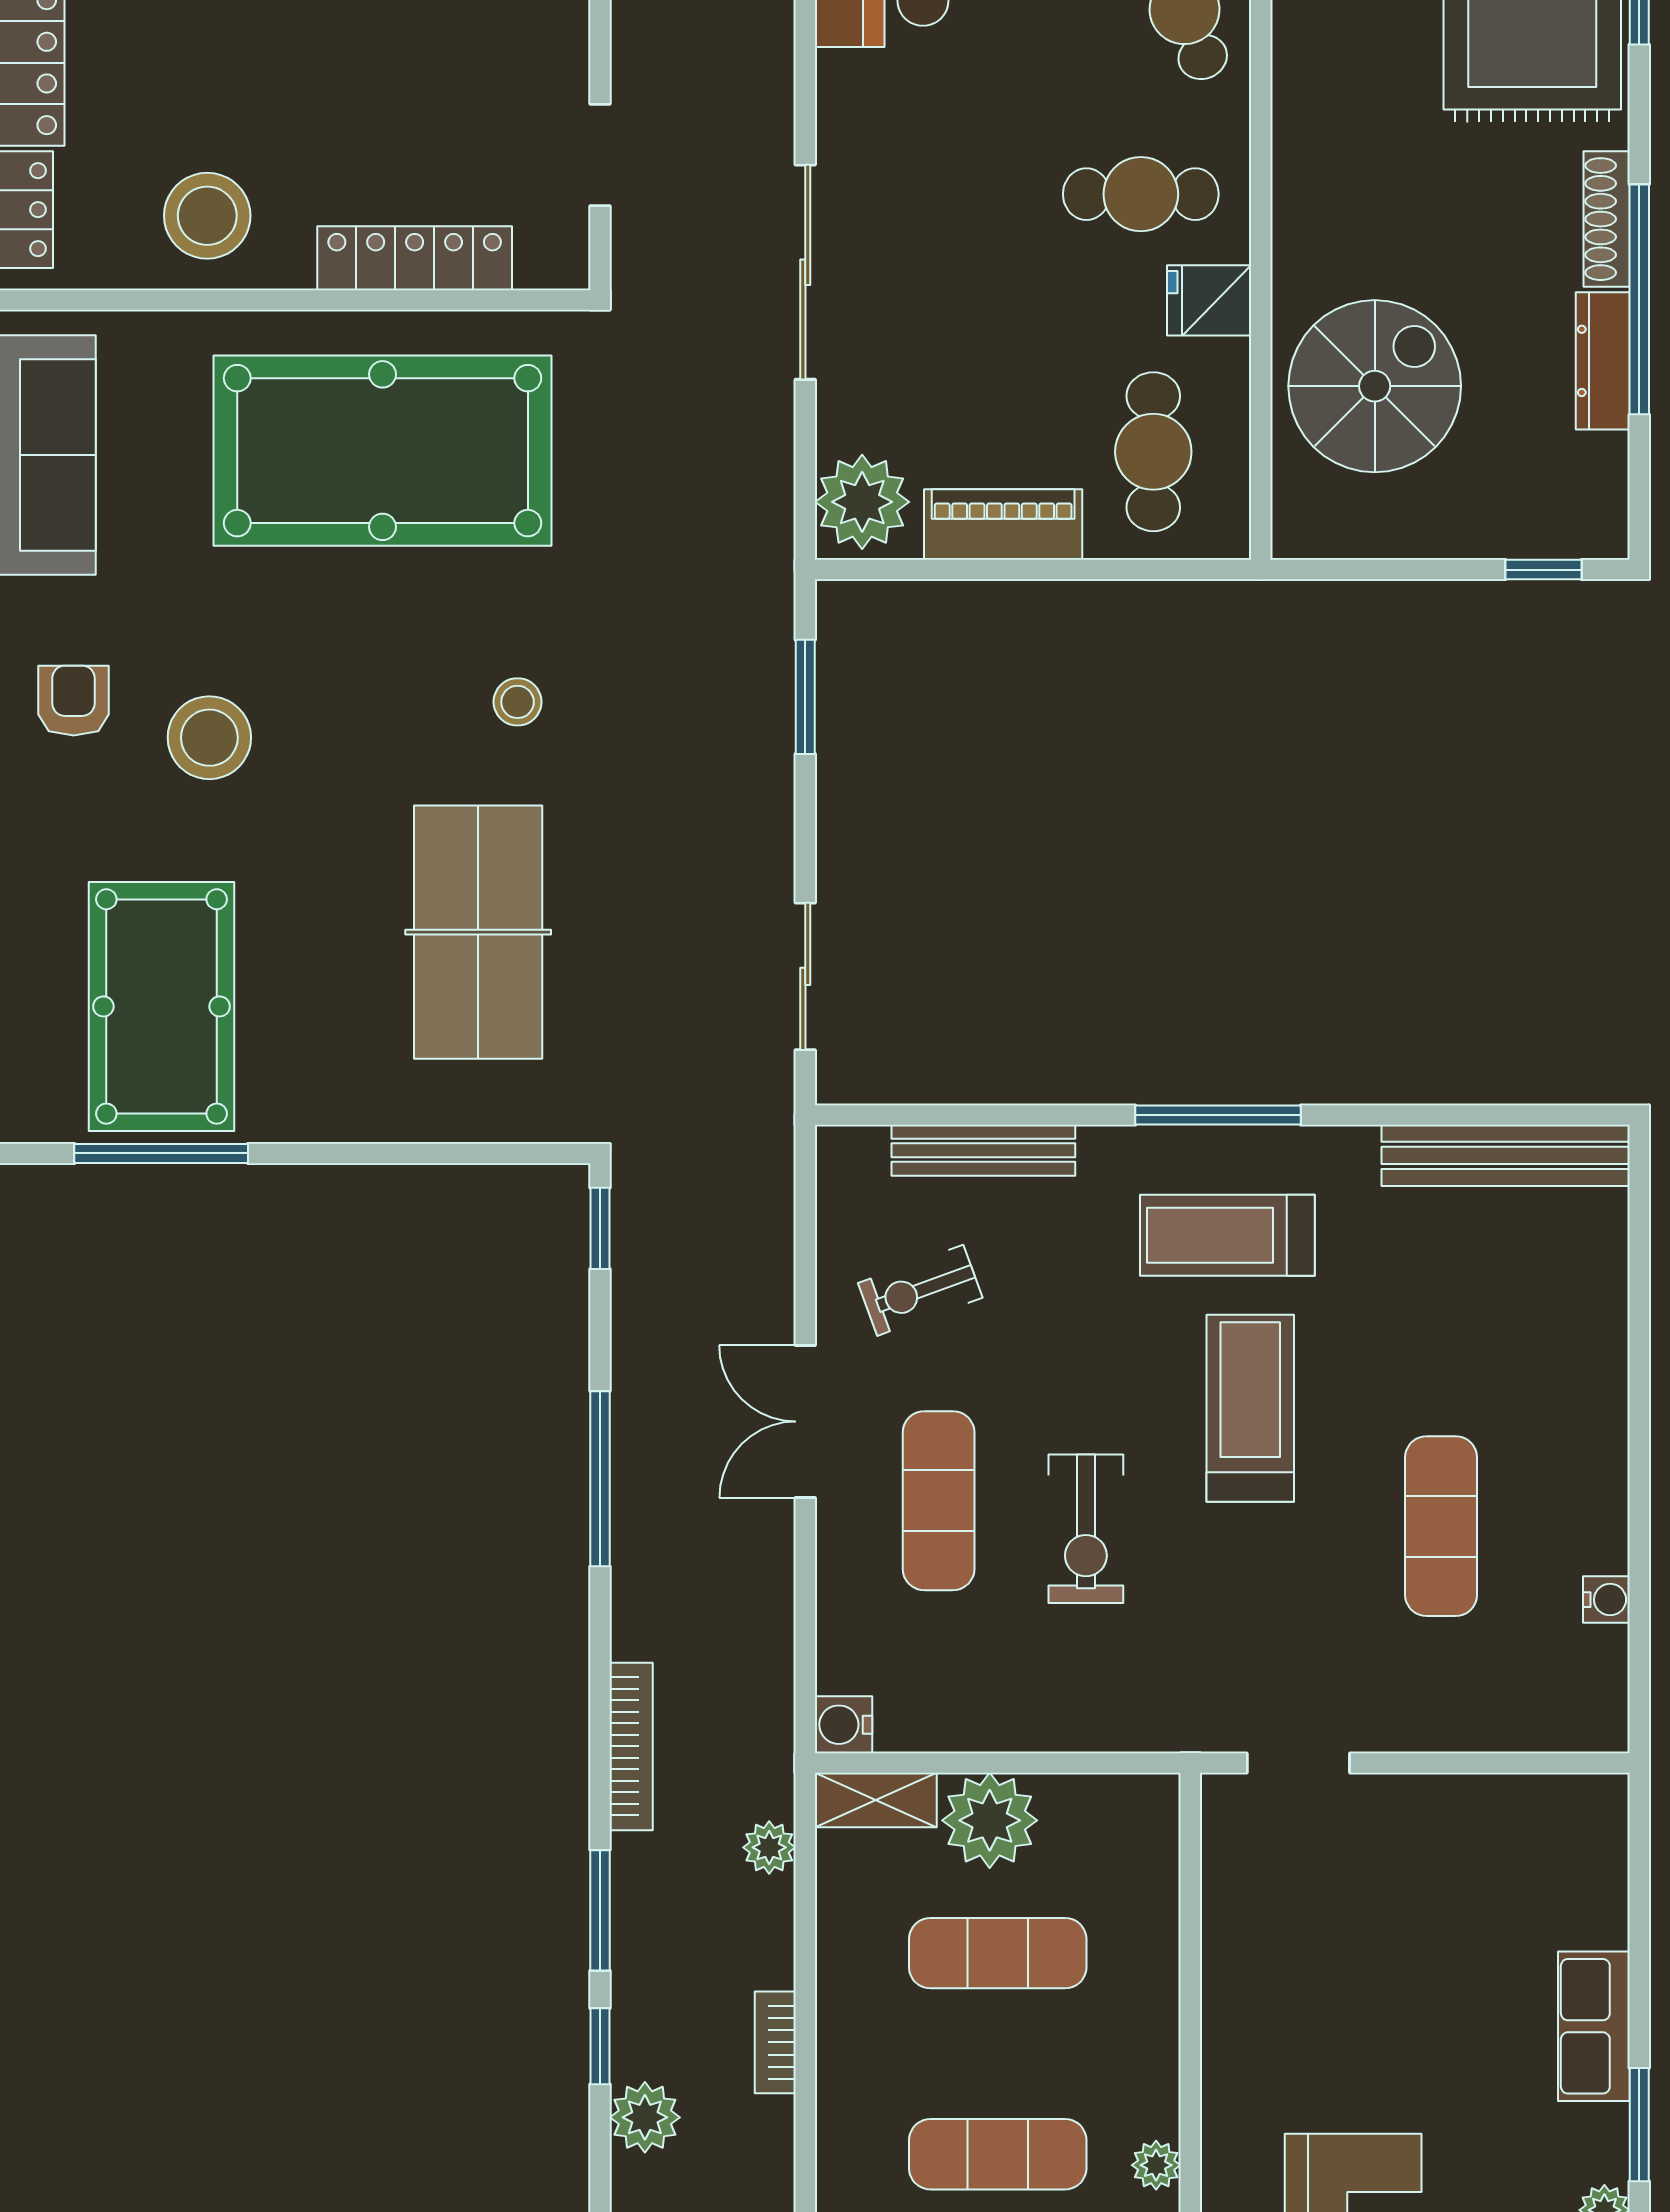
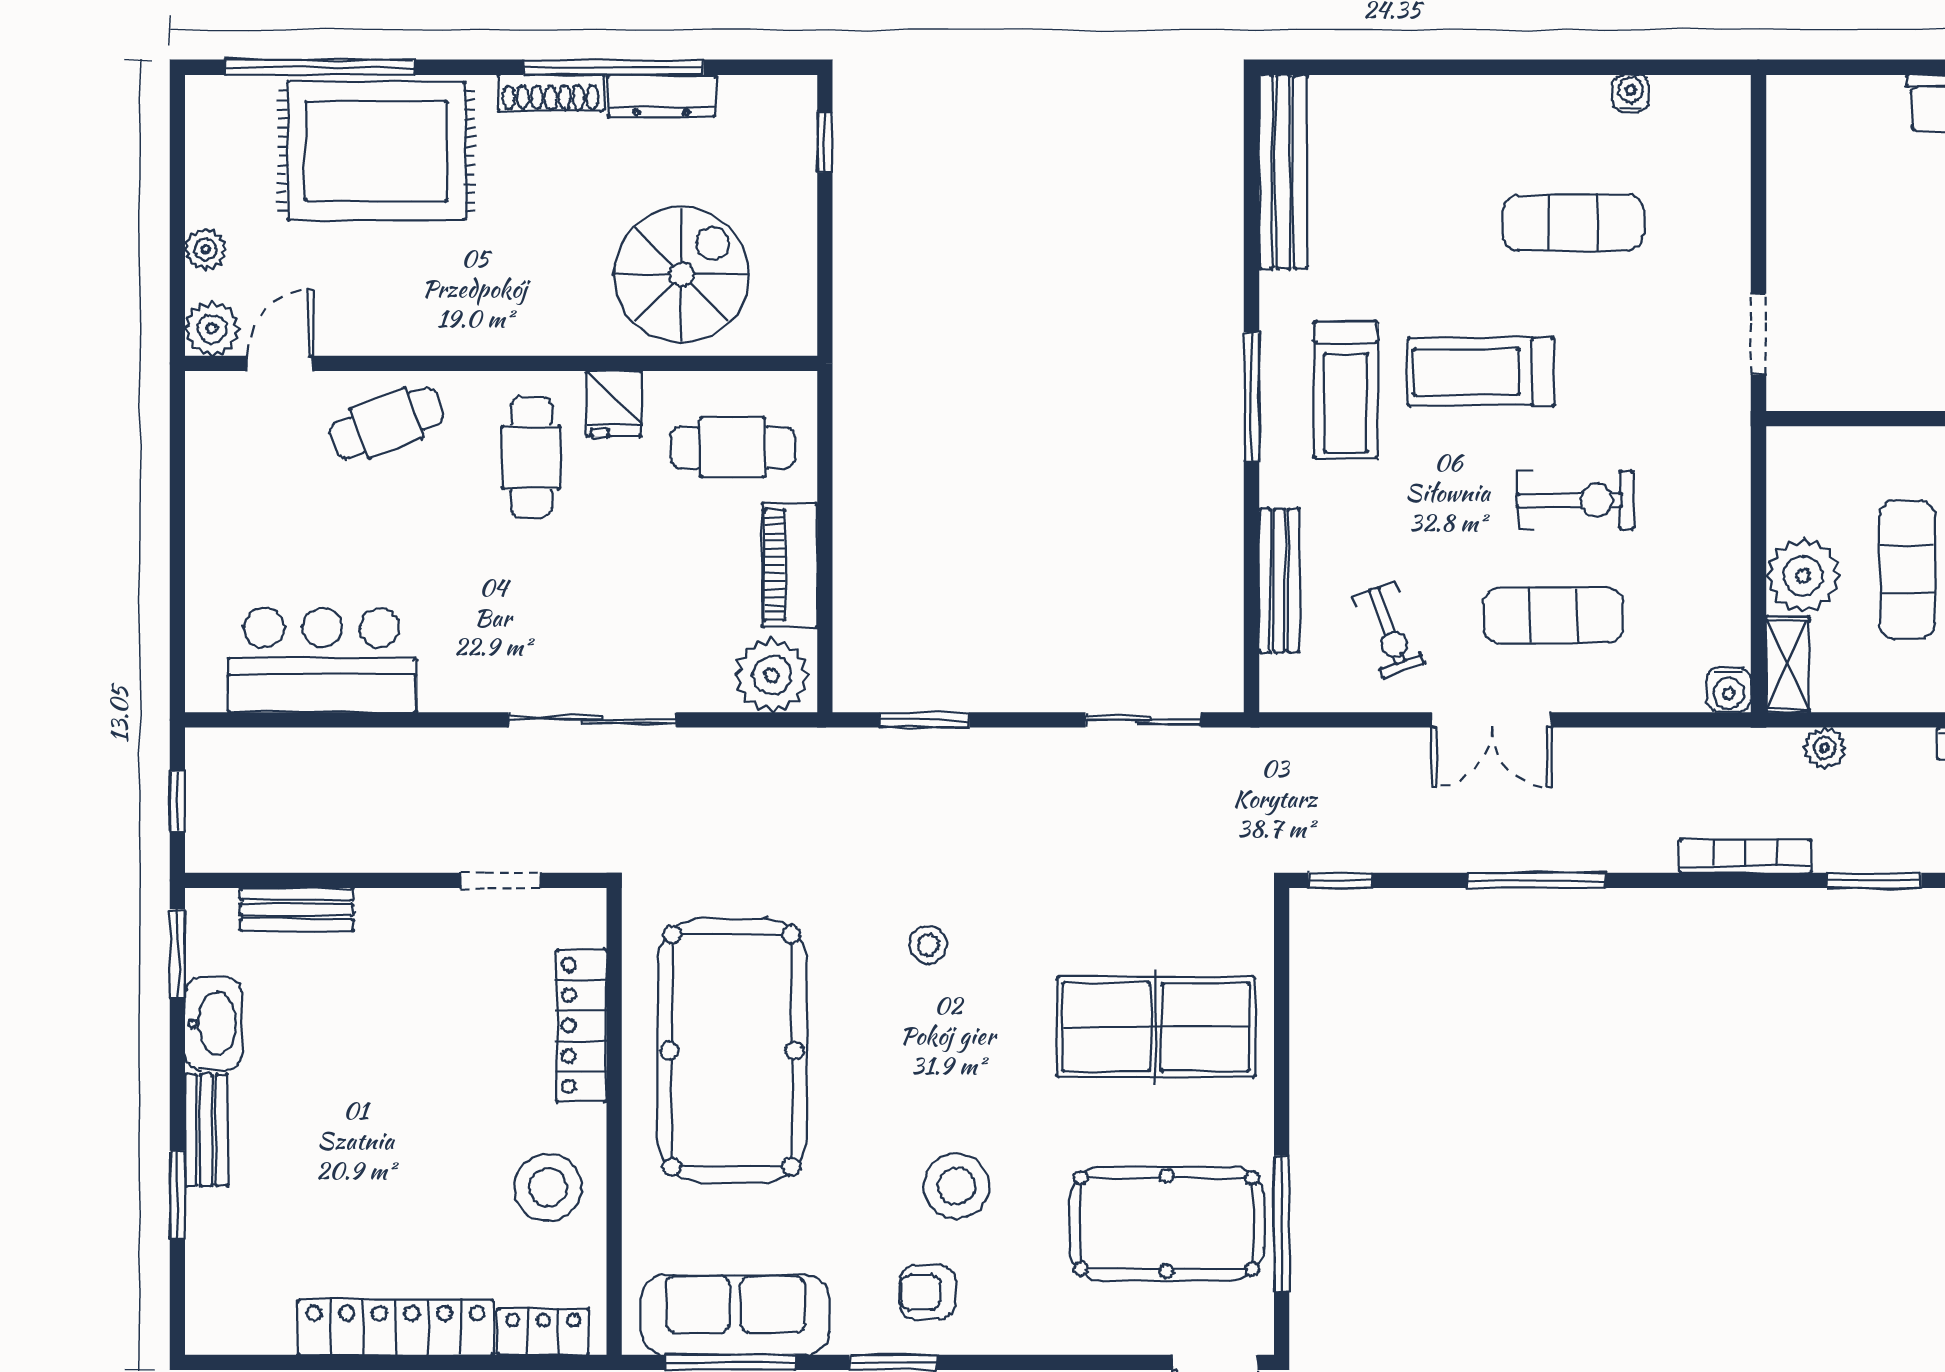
spiral stairs: (1375, 386) -> (681, 274), turned 90
table tennis table: (478, 932) -> (1156, 1027), moved

